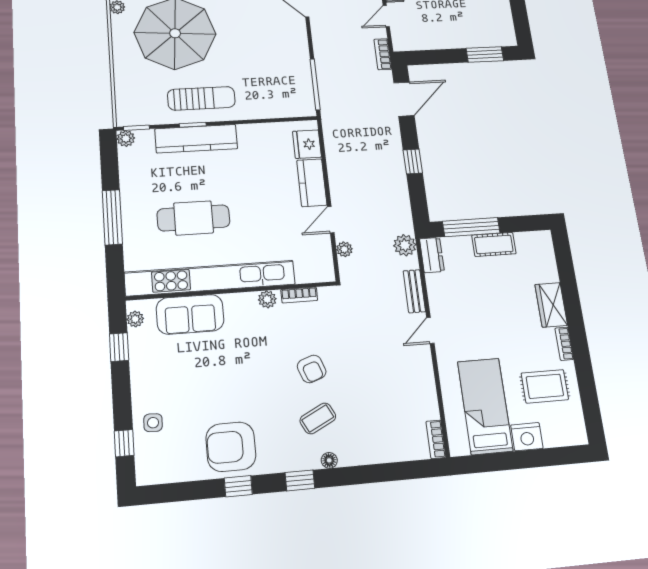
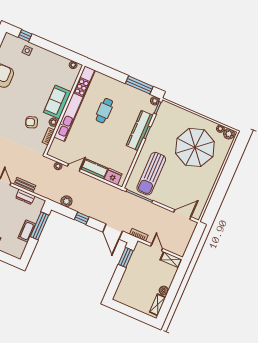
window: (485, 54) -> (126, 257), moved
sun lounger: (201, 98) -> (151, 174), moved, width x1.36, depth x1.34
window: (112, 217) -> (139, 85), moved
cafe table: (193, 218) -> (104, 111), width x0.73, depth x0.74
door: (331, 220) -> (74, 168), hinge flipped
plant: (405, 245) -> (66, 201), moved
dresser: (432, 255) -> (25, 197), moved
sofa: (190, 314) -> (57, 102), moved
window: (119, 347) -> (65, 53), removed
armchair: (312, 369) -> (32, 122), moved

